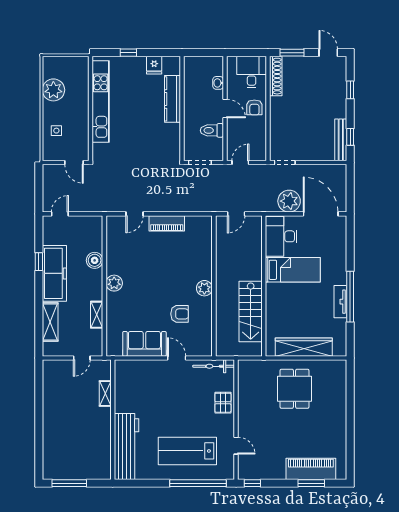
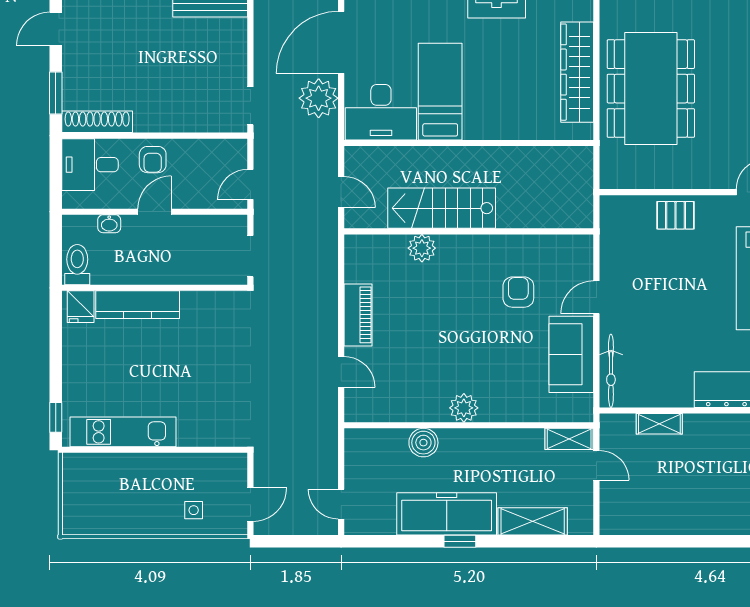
window: (128, 53) -> (56, 417), moved
fridge: (154, 65) -> (81, 307), moved, turned 90
plant: (53, 90) -> (122, 515), removed
kitchen unit: (101, 102) -> (123, 432), width x0.73
armchair: (254, 107) -> (153, 160), turned 90
toilet: (212, 130) -> (77, 265), moved, turned 180
door: (74, 163) -> (250, 505), moved
door: (240, 163) -> (250, 184), hinge flipped
window: (39, 262) -> (460, 541), moved
plant: (204, 288) -> (422, 248), moved
stairs: (251, 312) -> (442, 208), moved, turned 180
shelving: (97, 315) -> (569, 439), moved
bicycle: (214, 366) -> (611, 371), moved
dining table: (295, 389) -> (651, 89), width x1.88, depth x1.24

